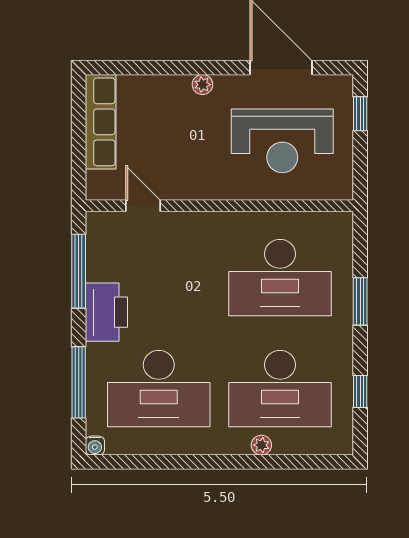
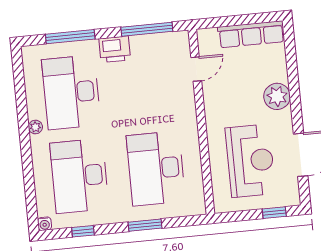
plant: (202, 85) -> (277, 96), width x1.87, depth x1.87
reception desk: (282, 141) -> (250, 161), turned 180
printer: (106, 312) -> (115, 49), width x0.73, depth x0.84
plant: (261, 445) -> (35, 127), moved
water cooler: (95, 446) -> (45, 224), moved, turned -90

